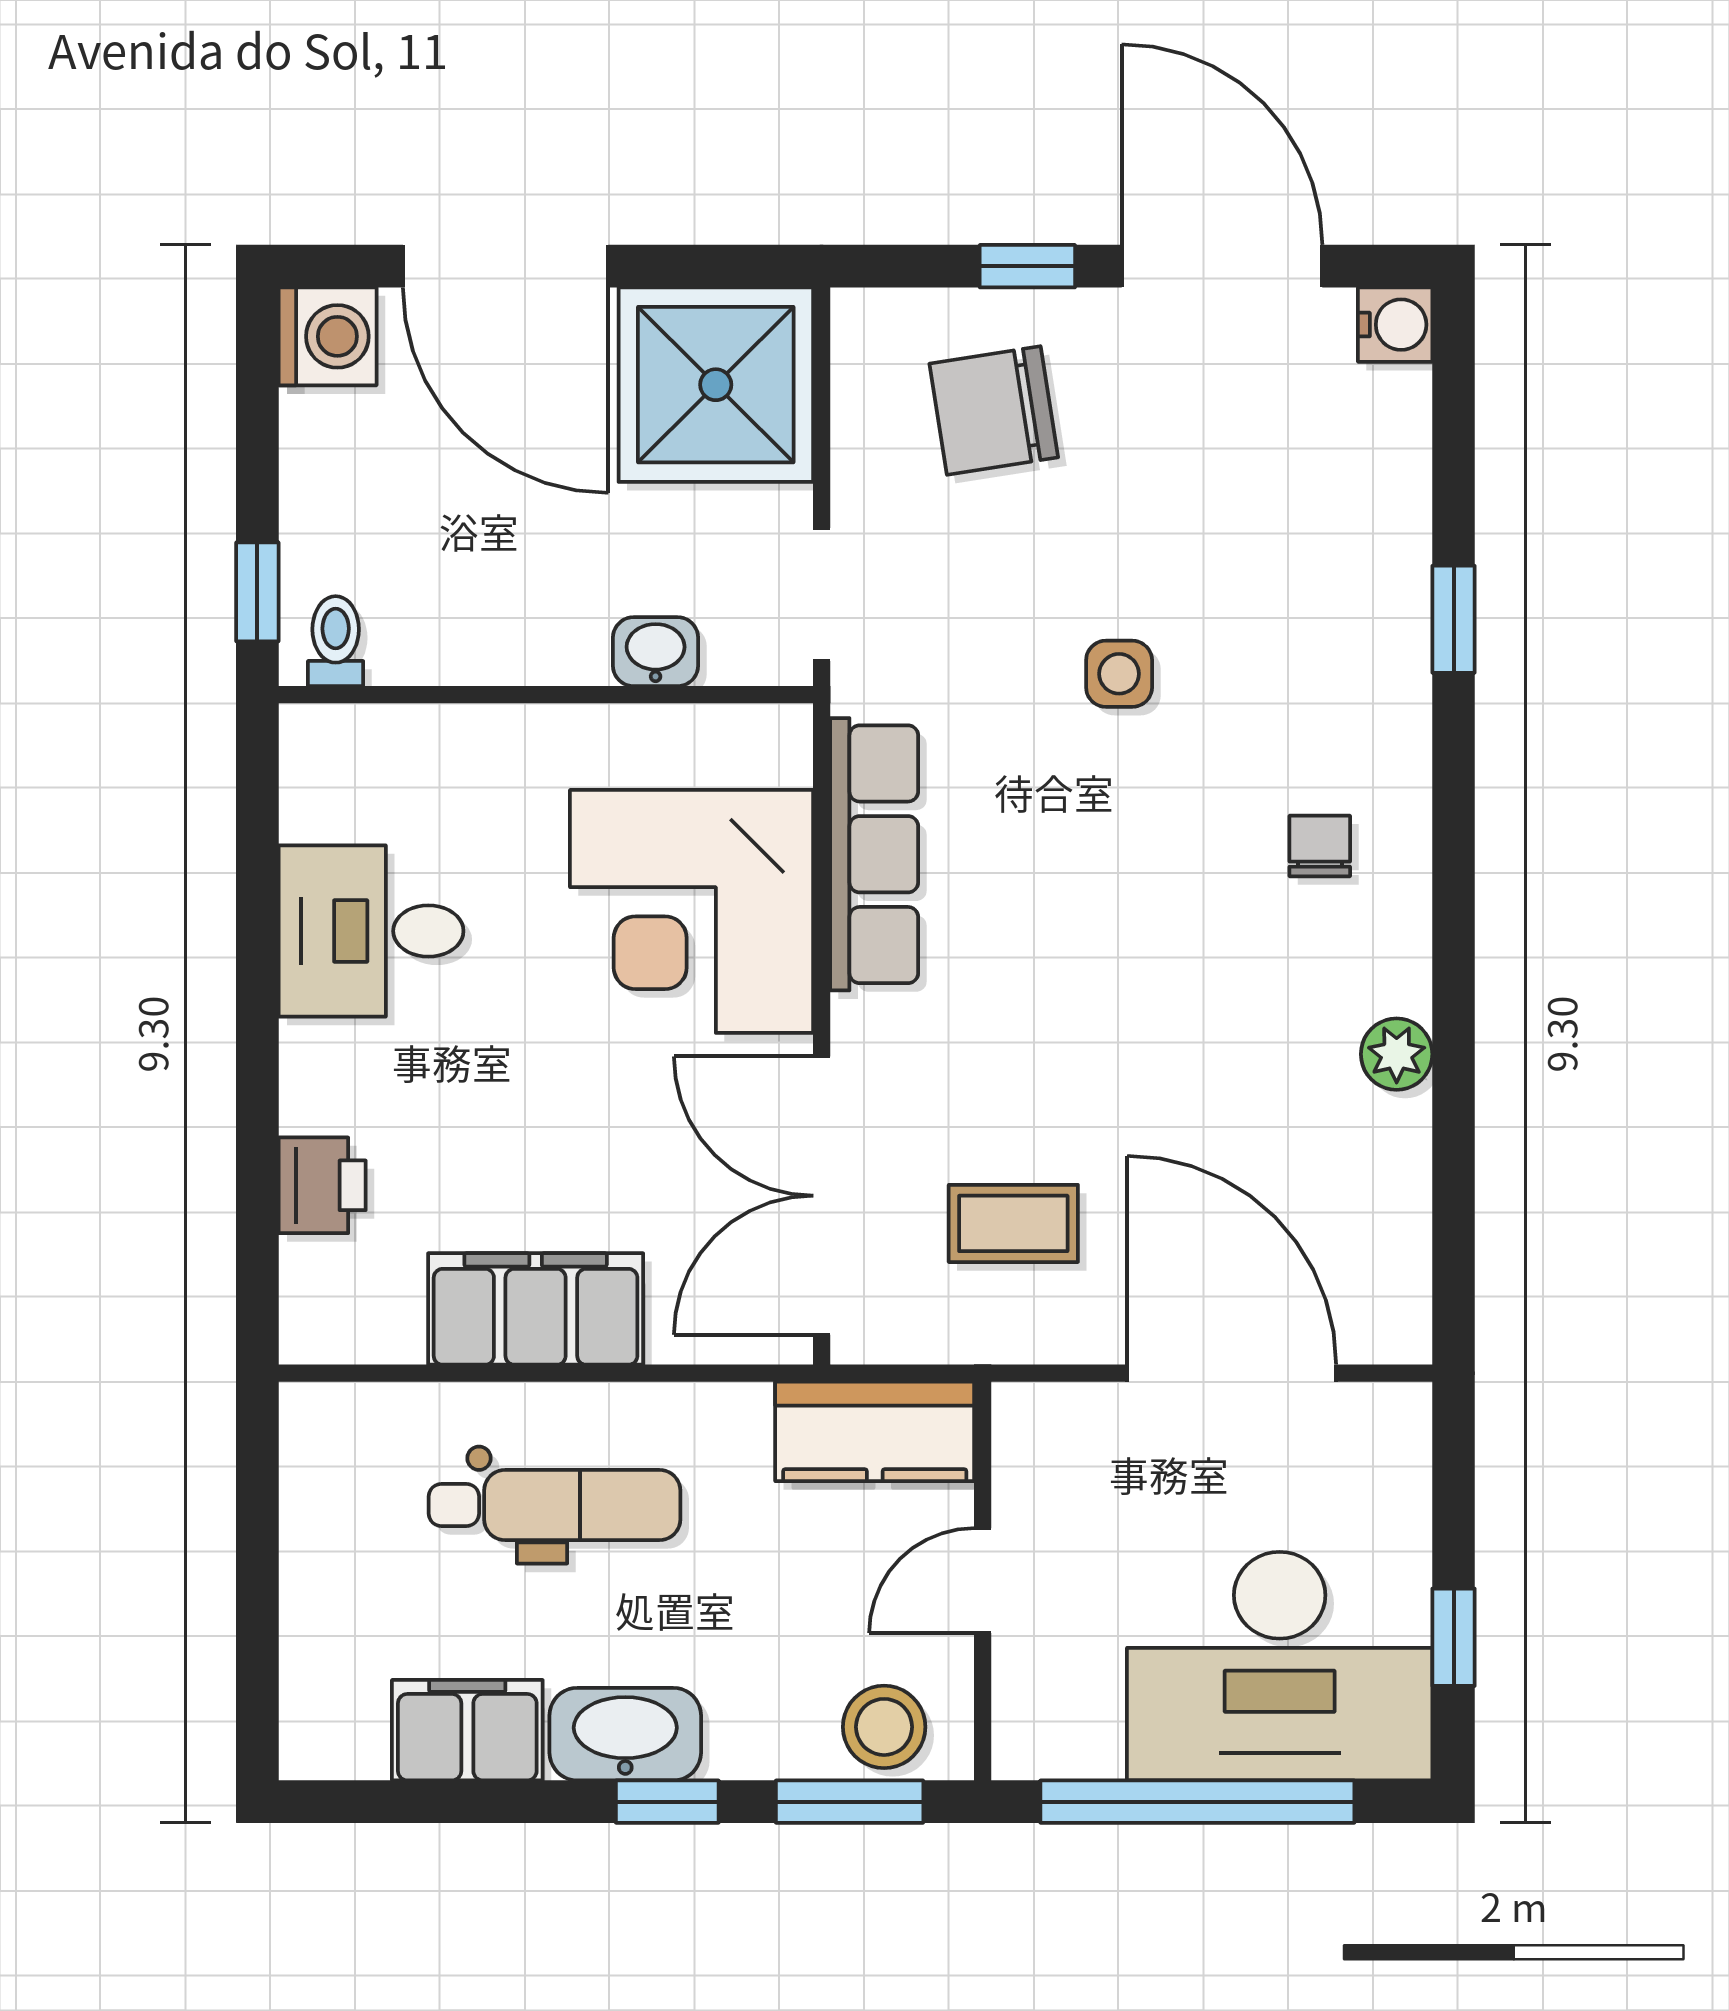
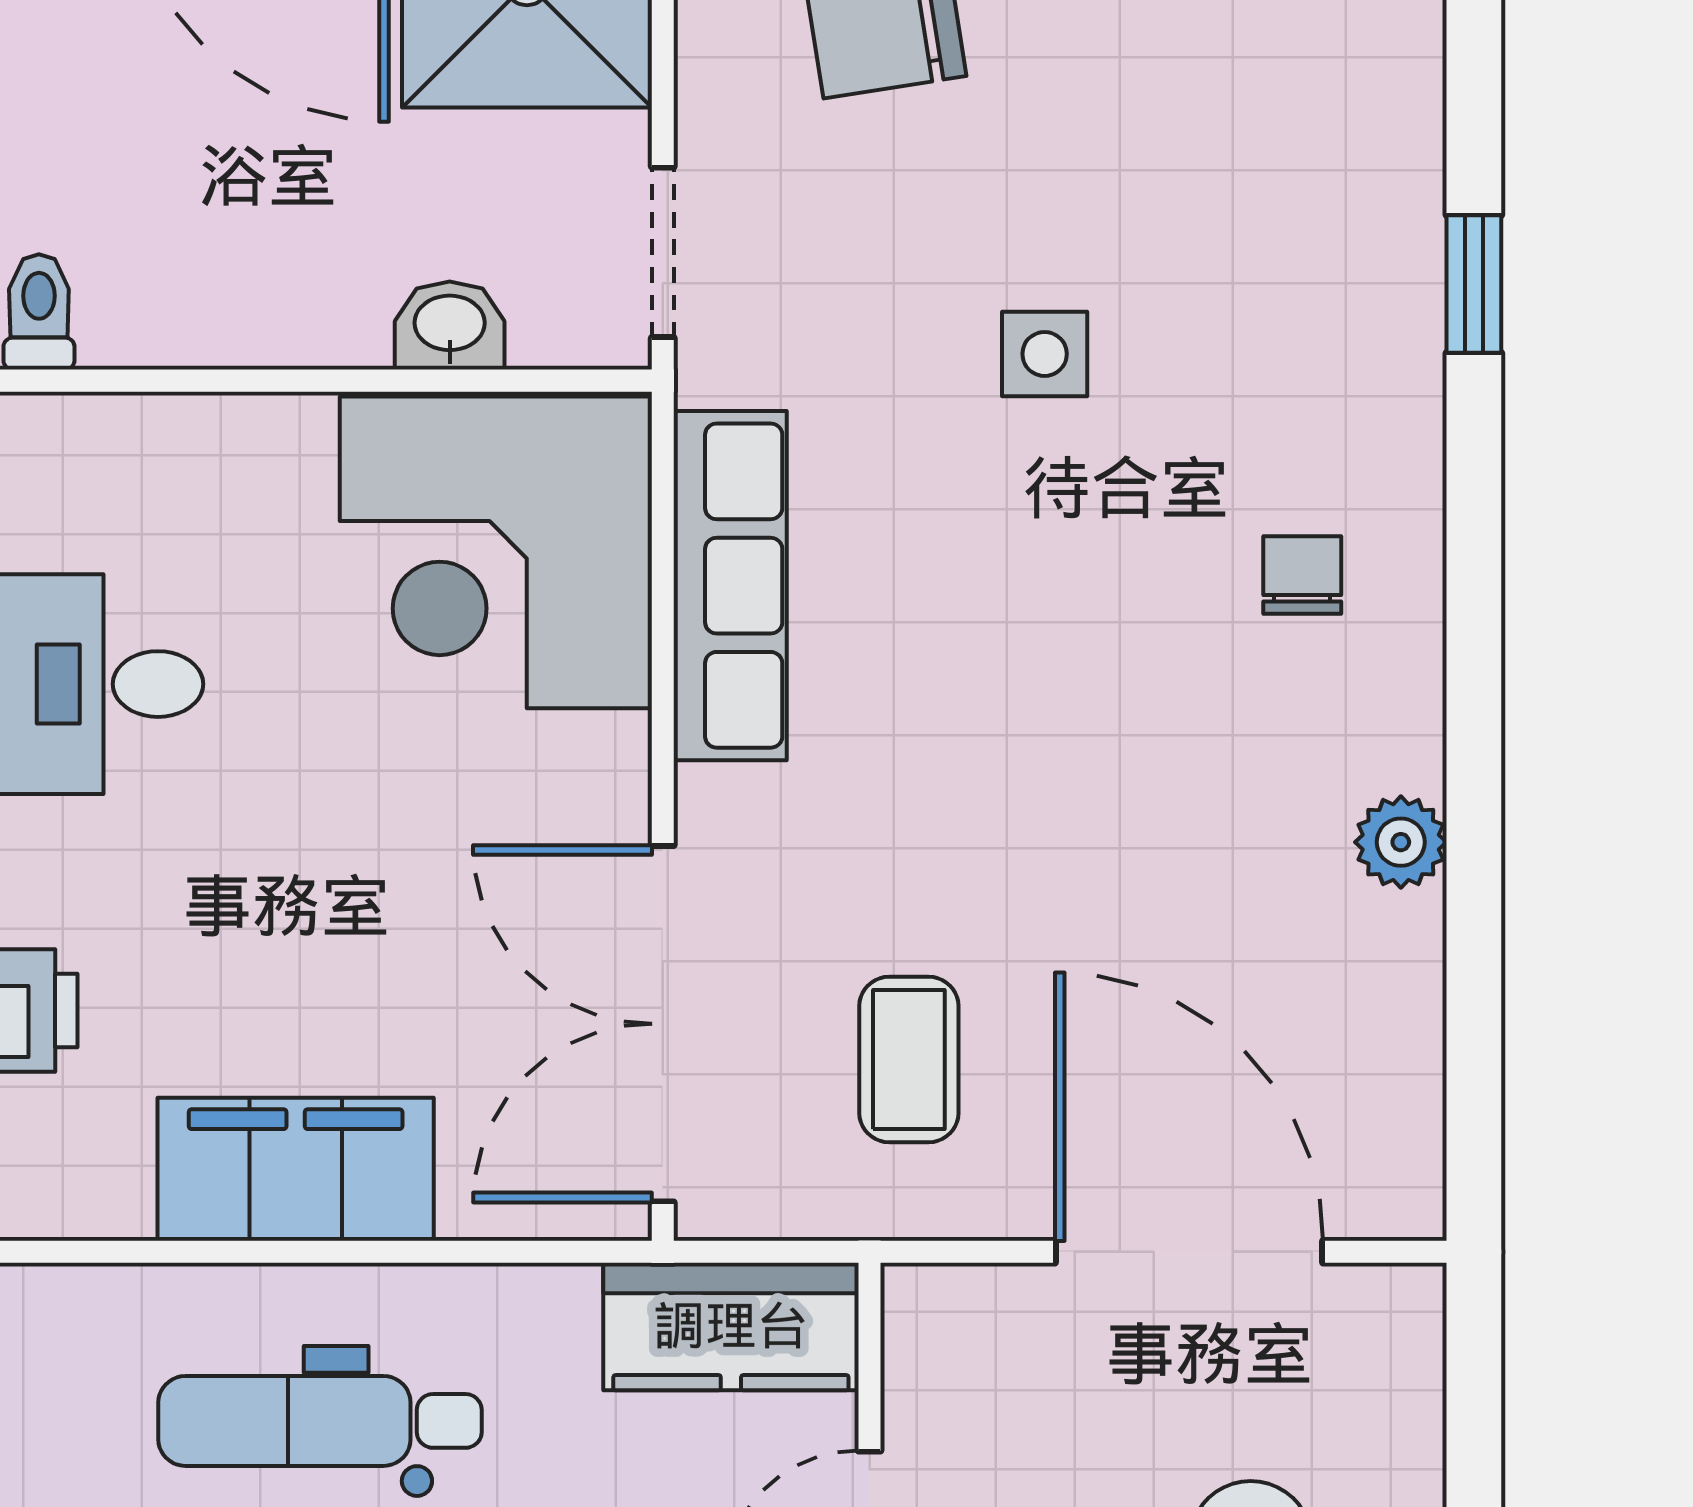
corner desk: (692, 911) -> (496, 552), moved
coffee table: (1013, 1223) -> (909, 1060), turned 90
dental chair: (555, 1505) -> (320, 1421), turned 180

